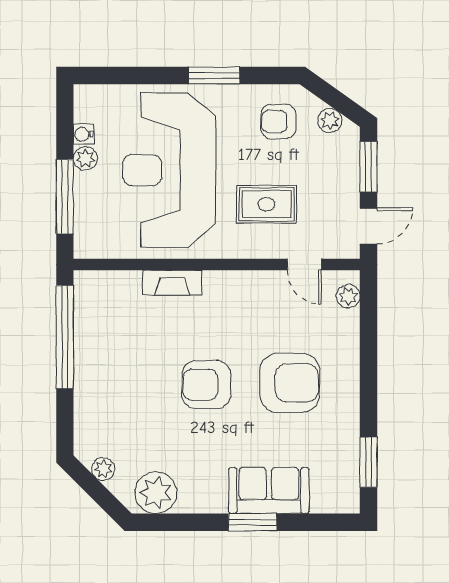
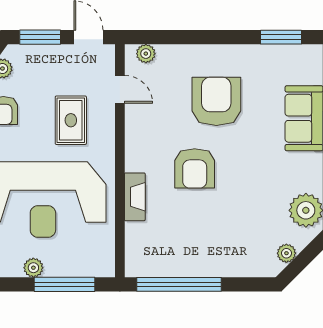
water cooler: (84, 134) -> (14, 269), removed
door: (304, 264) -> (120, 89), hinge flipped
armchair: (206, 385) -> (195, 168), moved

